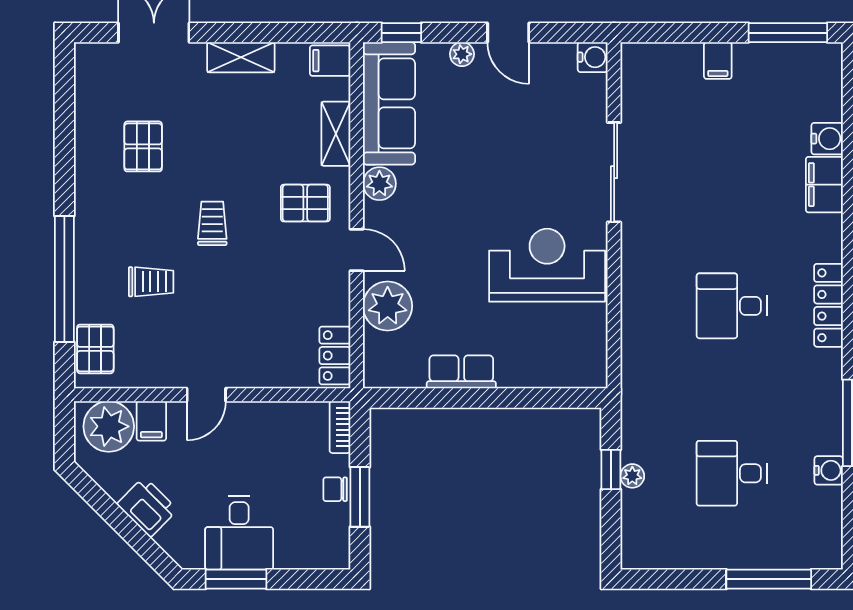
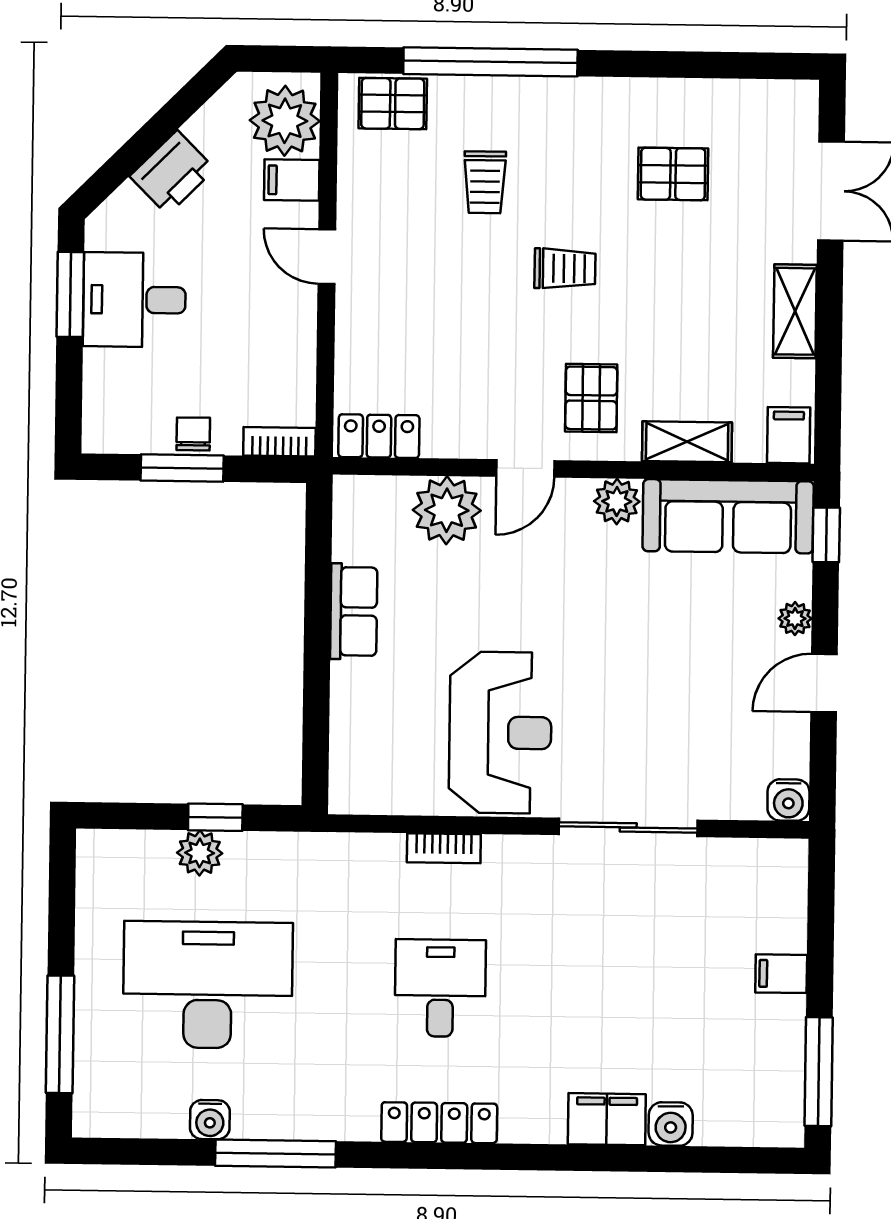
bookcase: (631, 305) -> (444, 848), added
desk: (732, 473) -> (208, 985), width x1.87, depth x1.30
plant: (632, 476) -> (200, 853), width x1.38, depth x1.38

